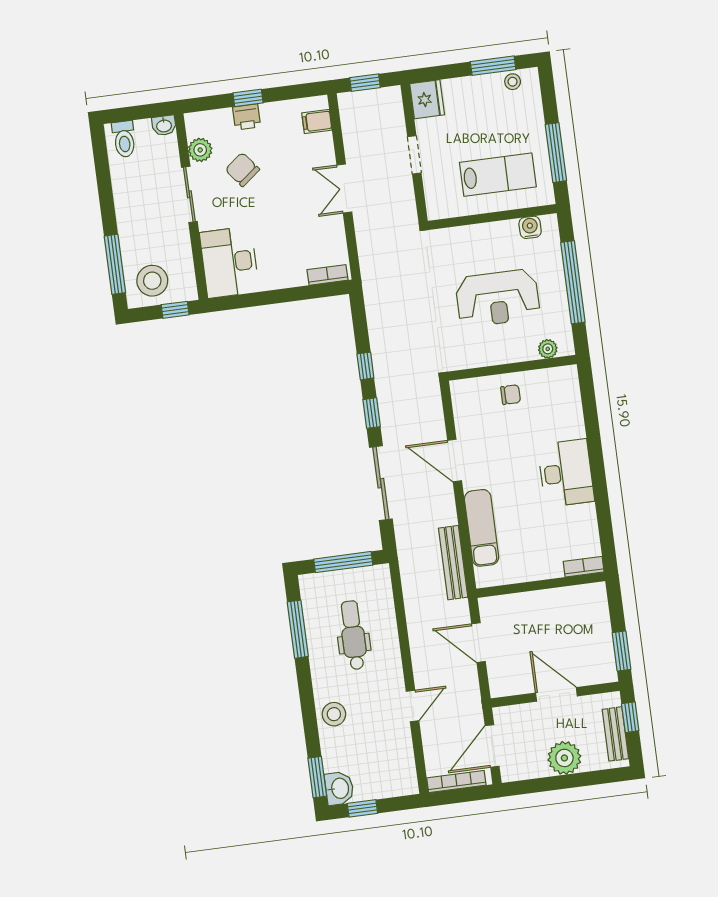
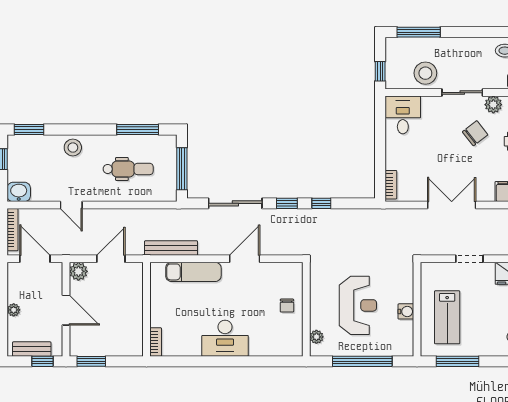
double door: (344, 188) -> (452, 205), width x1.37
water cooler: (530, 227) -> (406, 311), moved
desk: (229, 262) -> (403, 115), width x0.73
stool: (152, 281) -> (425, 73), moved
reception desk: (498, 298) -> (358, 305), turned 180
plant: (501, 684) -> (78, 271), added
door: (556, 694) -> (66, 310), hinge flipped
plant: (564, 758) -> (14, 310), width x0.53, depth x0.53
washbasin: (339, 788) -> (19, 192), moved, turned 180

